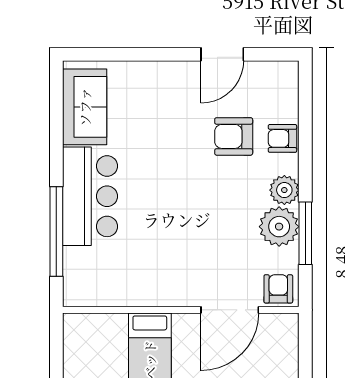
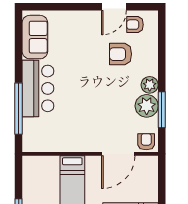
armchair: (282, 138) -> (135, 25), moved

